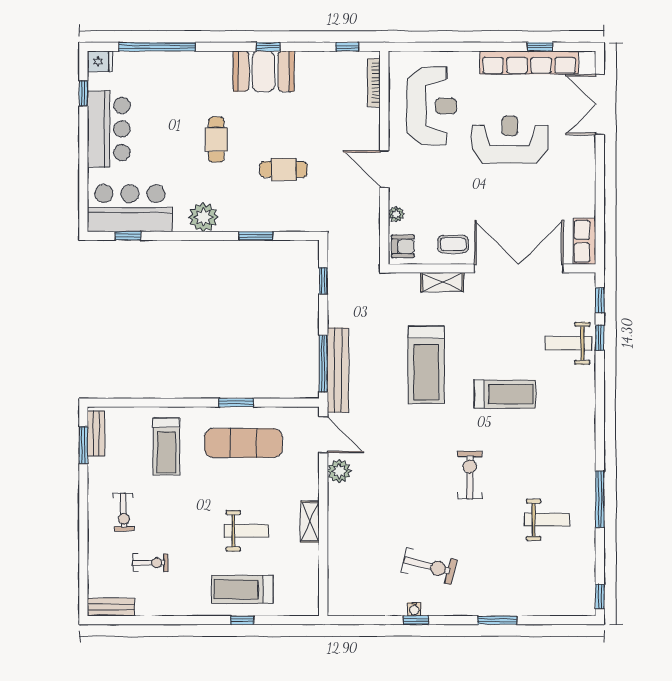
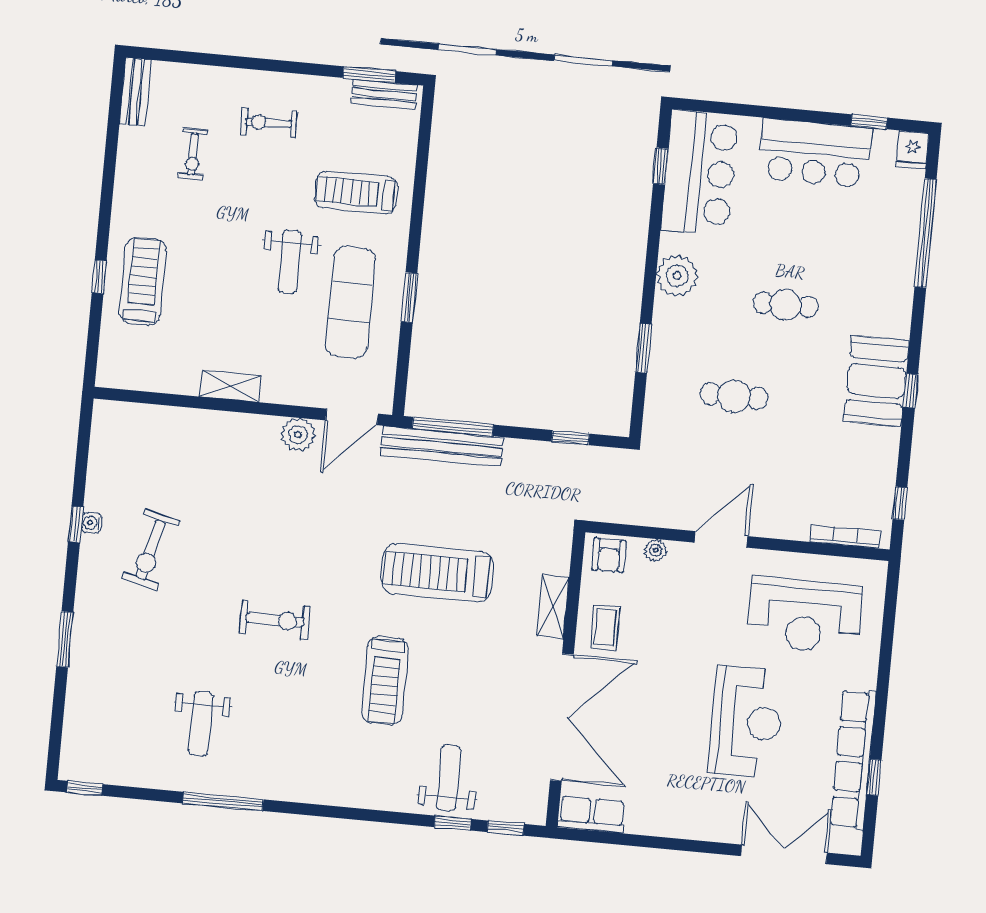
cafe table: (284, 169) -> (734, 396), turned 90
weight bench: (247, 531) -> (290, 262), moved

